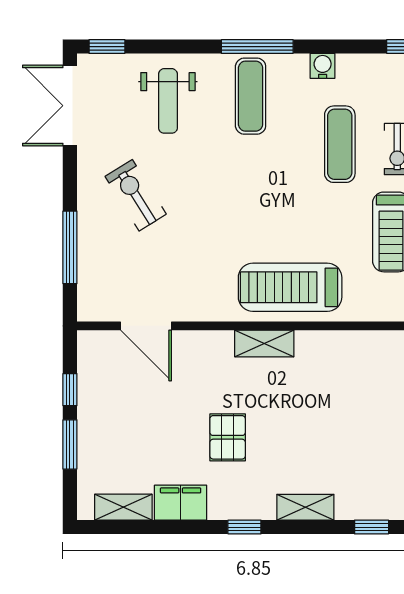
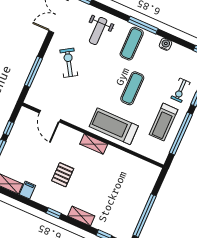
exercise mat: (340, 144) -> (132, 88), moved
filing cabinet: (181, 503) -> (27, 190), width x0.50

